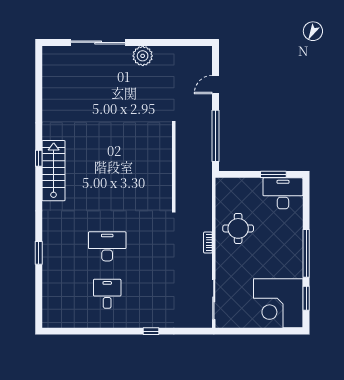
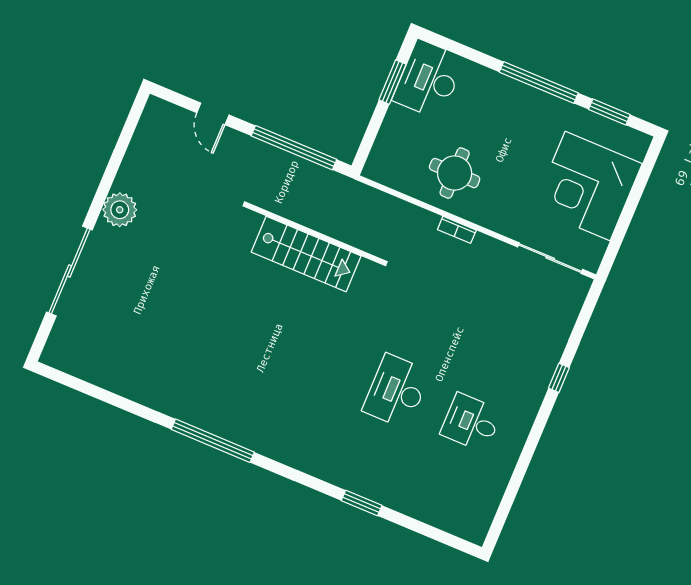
window: (39, 158) -> (213, 441), width x3.17
stairs: (54, 171) -> (306, 254), moved, turned 180
corner desk: (278, 303) -> (588, 186), moved, turned 90

